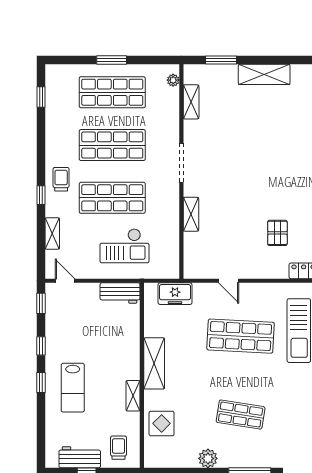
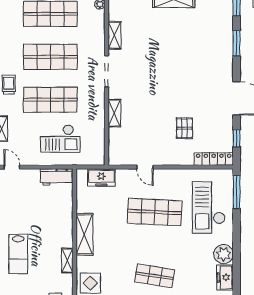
shelving: (191, 102) -> (114, 35), moved

